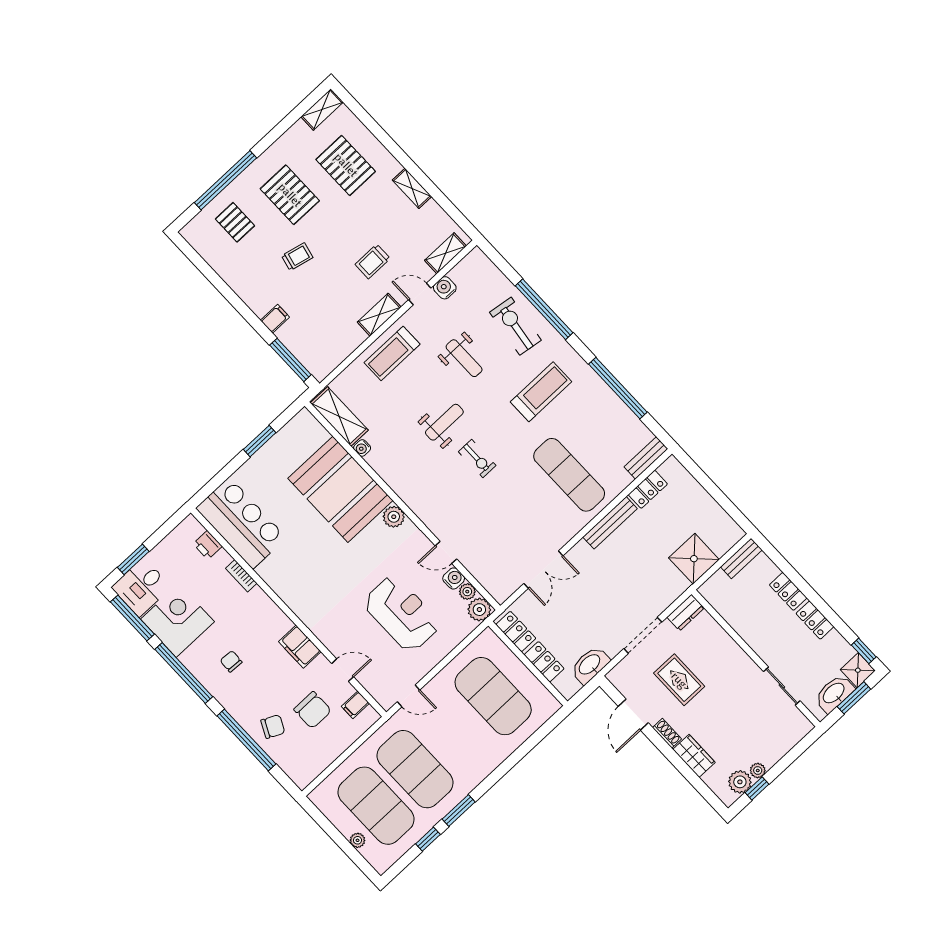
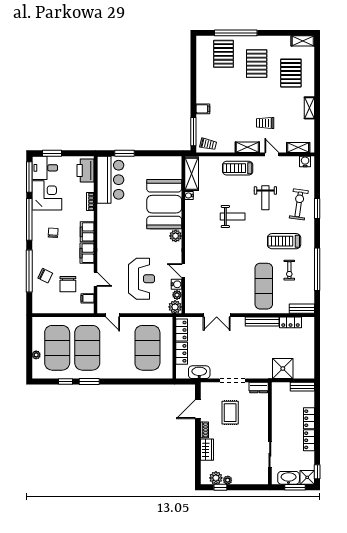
pallet: (235, 222) -> (224, 54), width x1.50, depth x1.42
trolley: (297, 257) -> (208, 144), moved
water cooler: (445, 288) -> (305, 161), moved
window: (544, 309) -> (317, 208), width x0.47
treadmill: (541, 392) -> (284, 241), turned 180
window: (260, 441) -> (125, 153), moved
exercise bike: (477, 459) -> (289, 270), moved
printer: (208, 545) -> (86, 171), width x1.87, depth x1.48
filing cabinet: (274, 619) -> (87, 232), added

